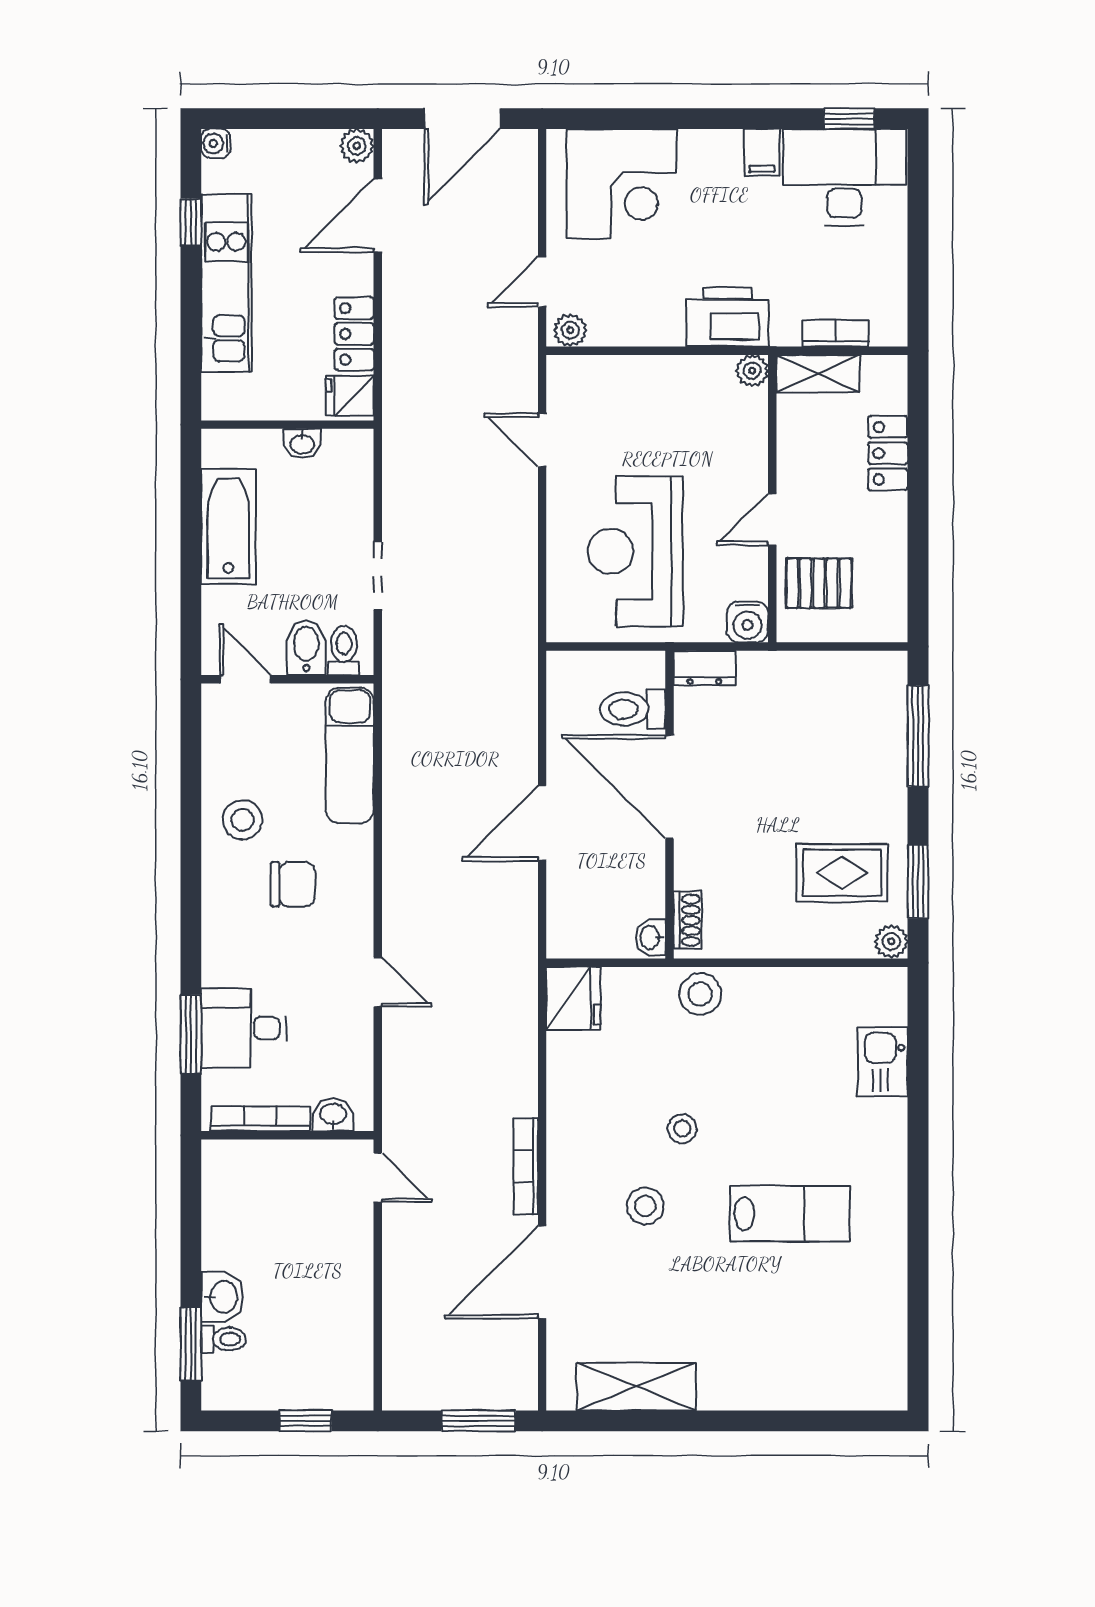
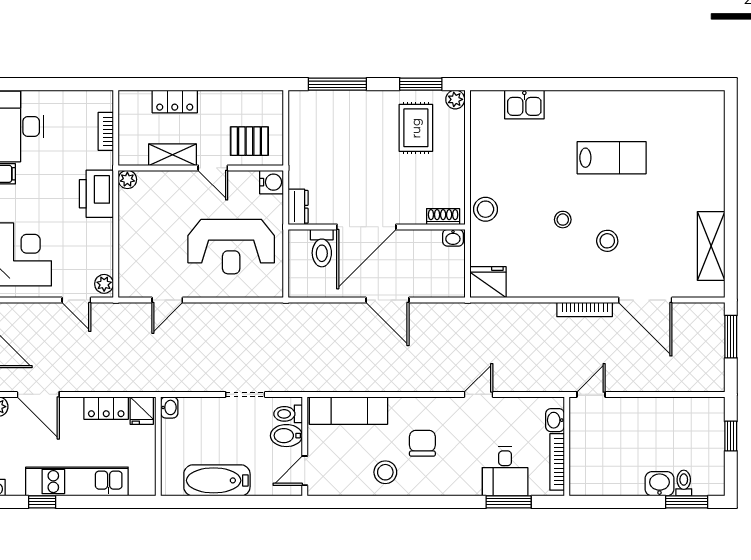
shelving: (818, 374) -> (173, 155), moved, turned 90
washbasin: (302, 444) -> (169, 407), moved
pallet: (819, 583) -> (249, 141), turned 90
lab bench: (790, 1214) -> (612, 158), turned 90

